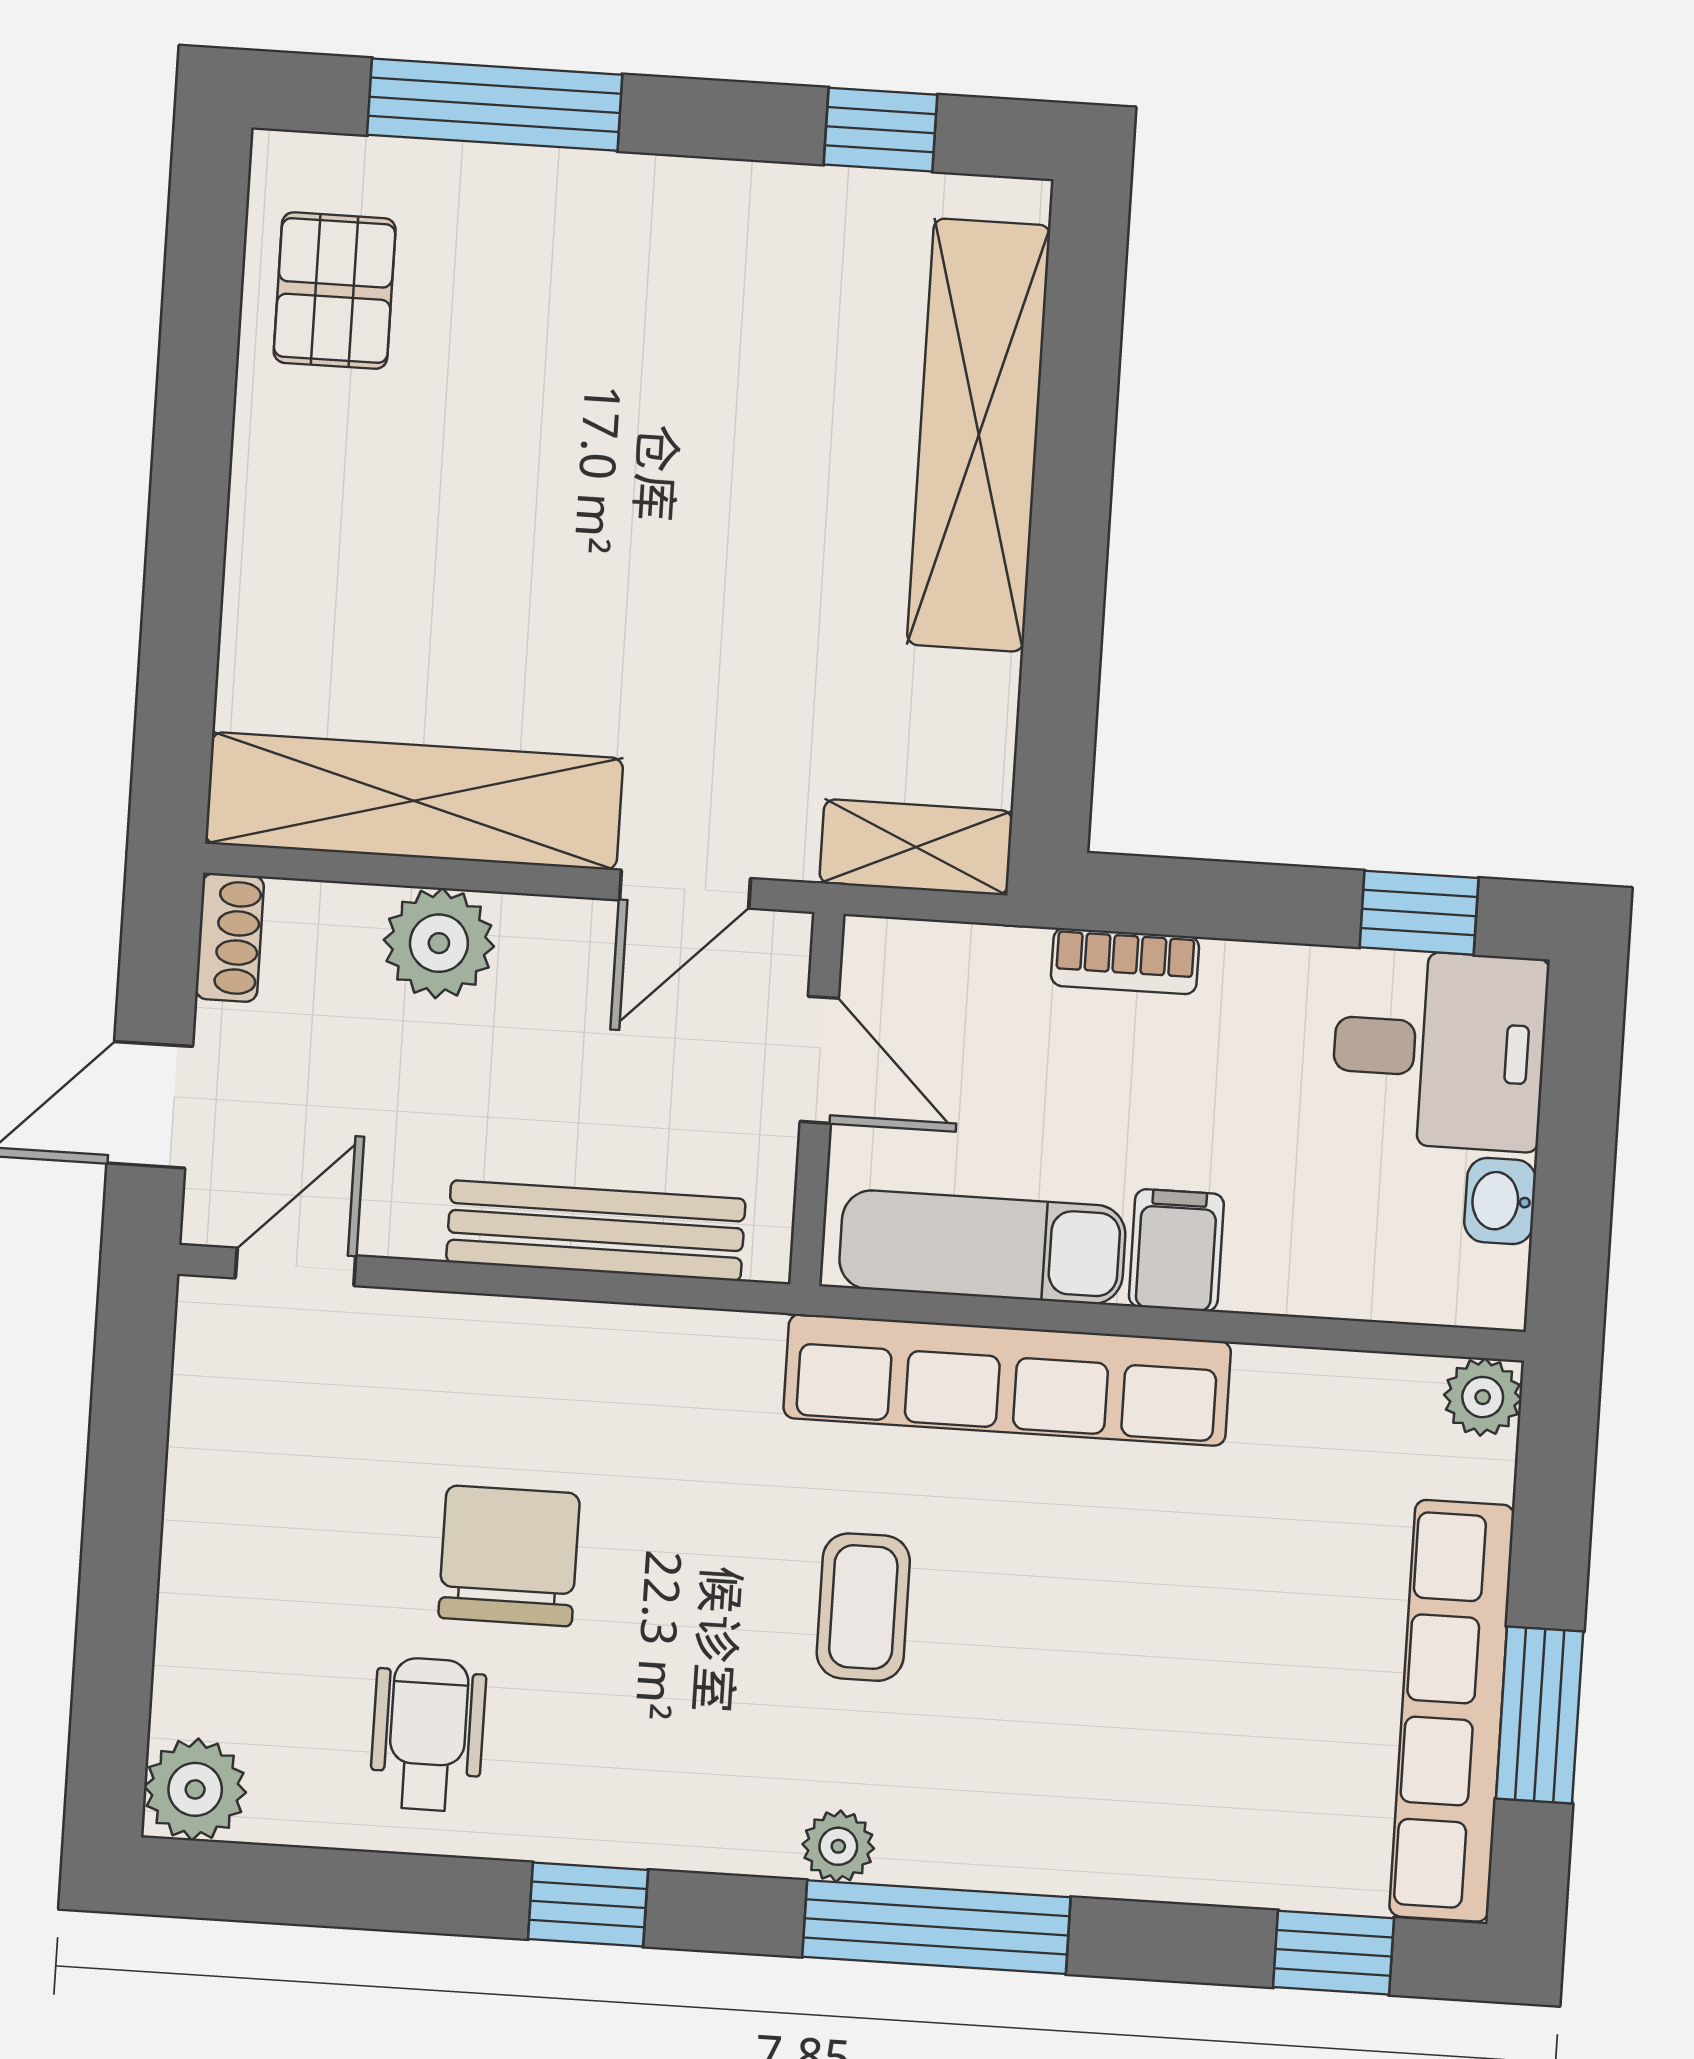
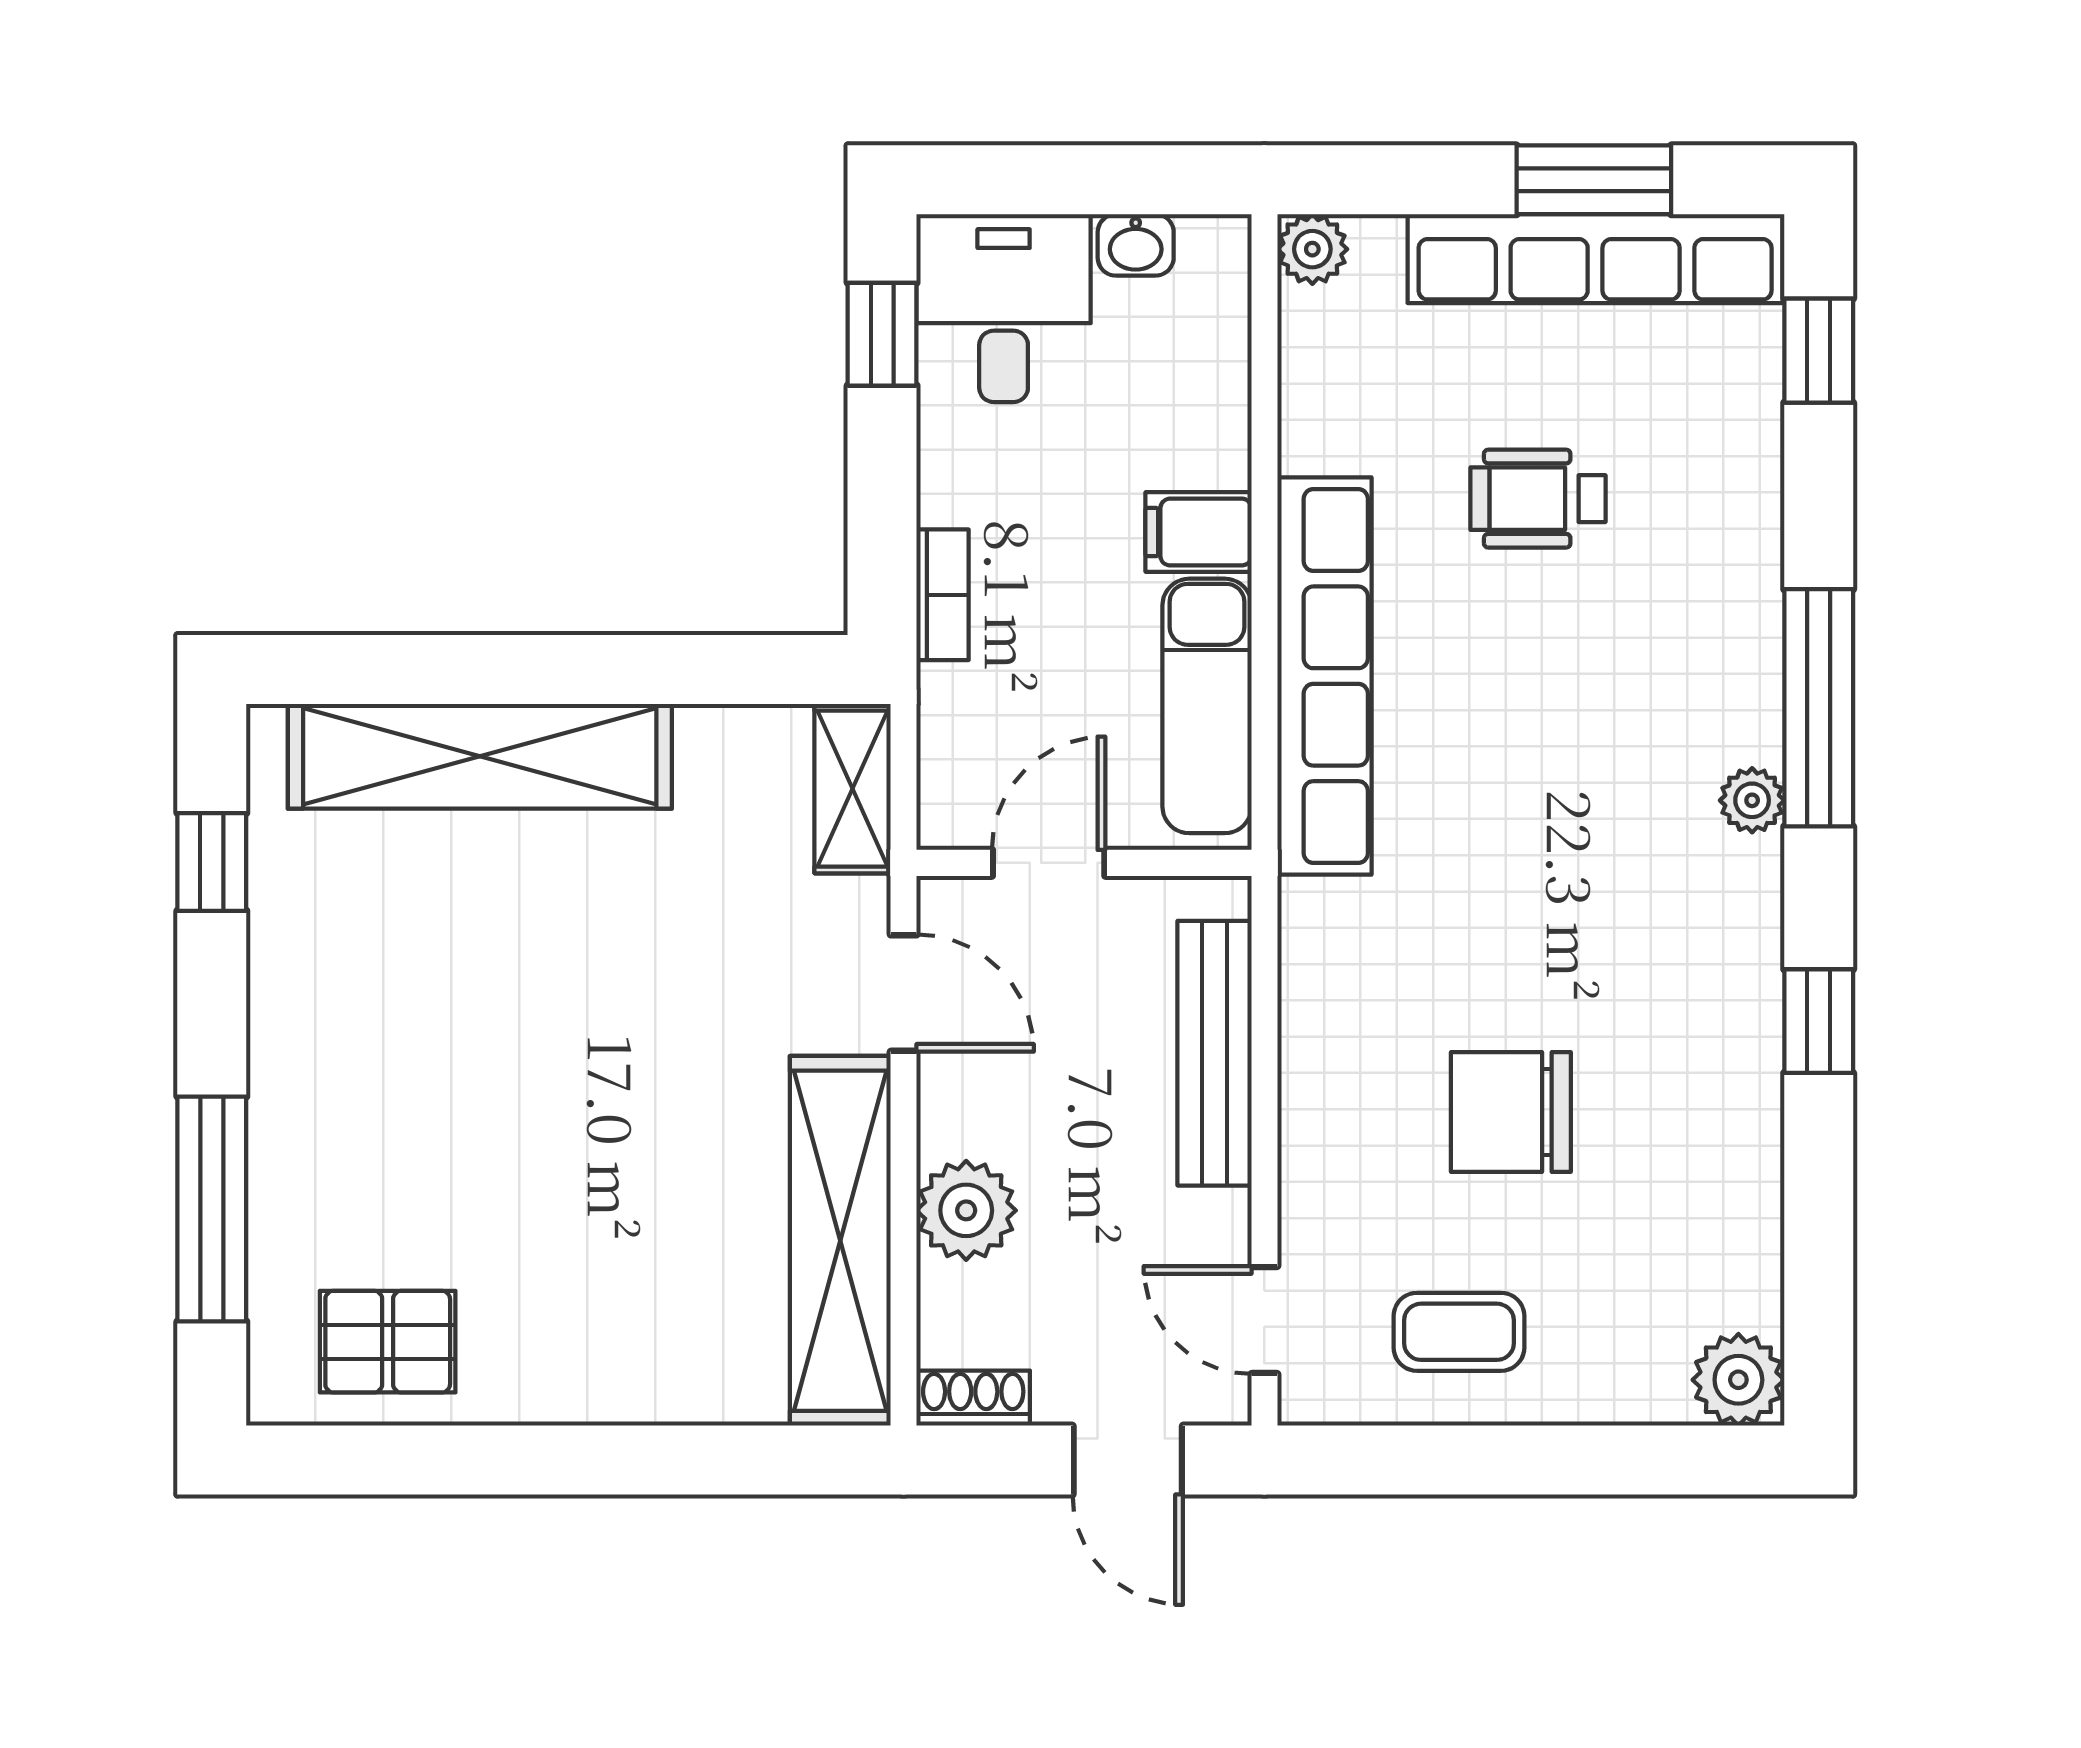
coffee table: (863, 1607) -> (1459, 1332), moved
wheelchair: (428, 1734) -> (1538, 499), moved

